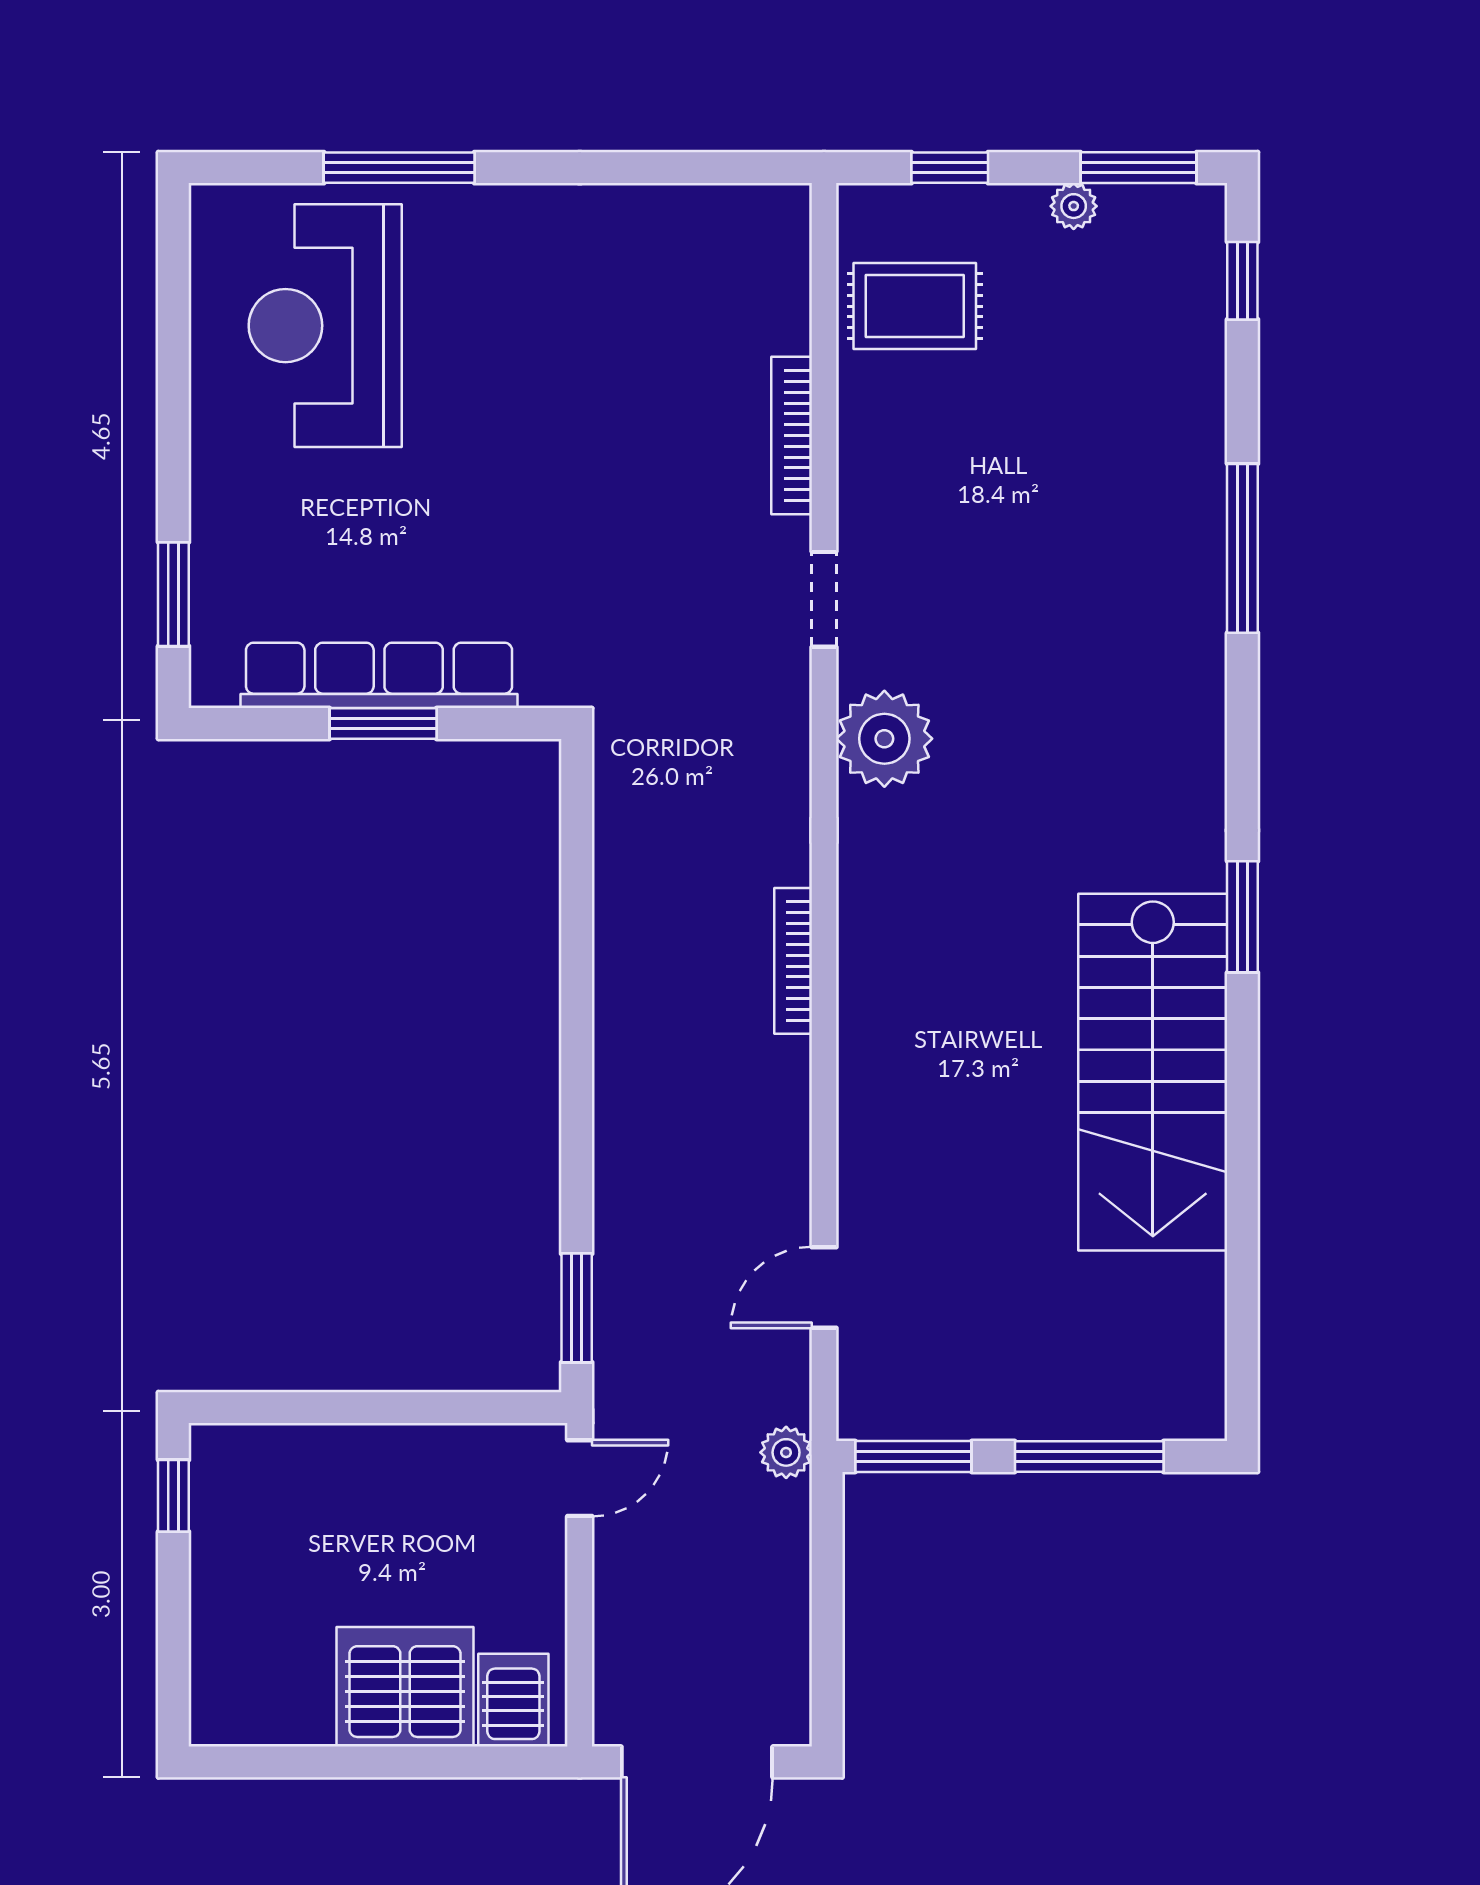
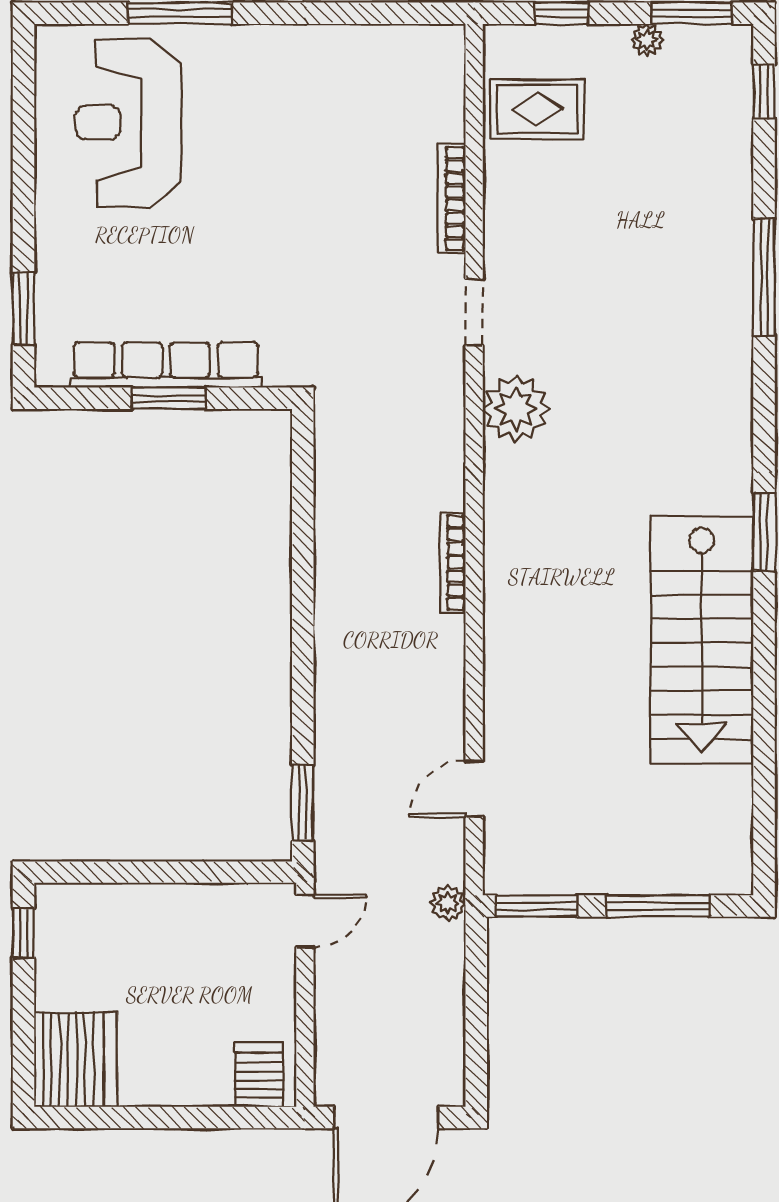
server rack: (405, 1687) -> (76, 1060), moved, turned 90

